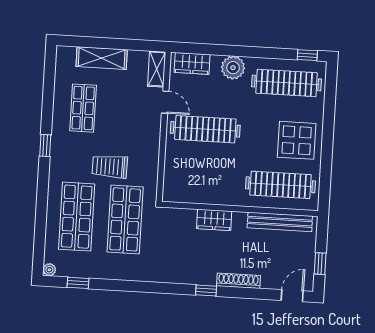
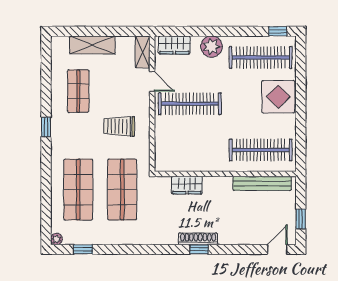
display table: (297, 140) -> (278, 97), moved
trolley: (110, 167) -> (119, 126), moved
wardrobe: (214, 220) -> (187, 185), moved
shoe rack: (238, 281) -> (198, 239), moved

